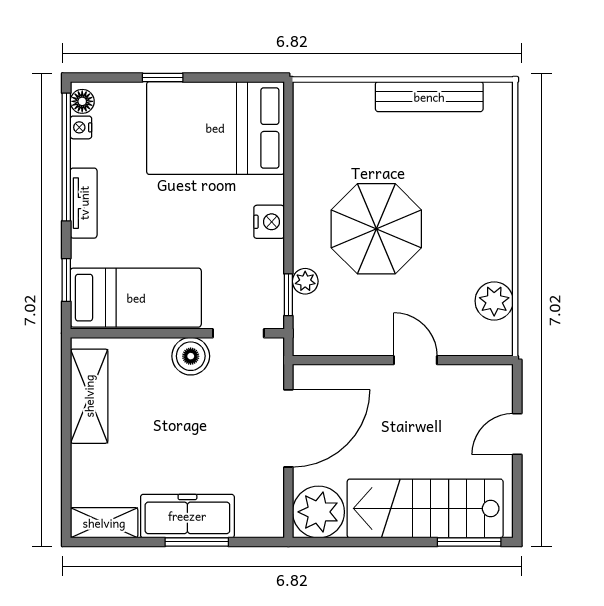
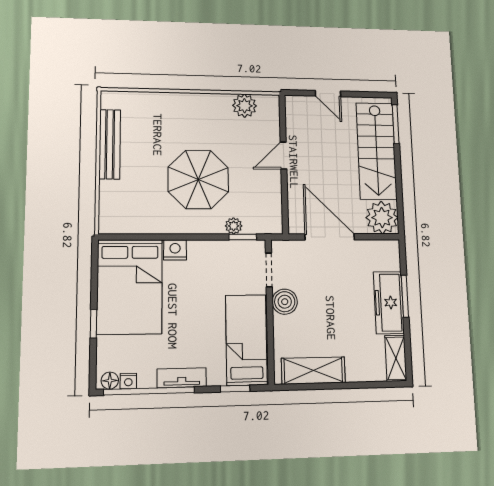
nightstand: (269, 222) -> (175, 250), moved

